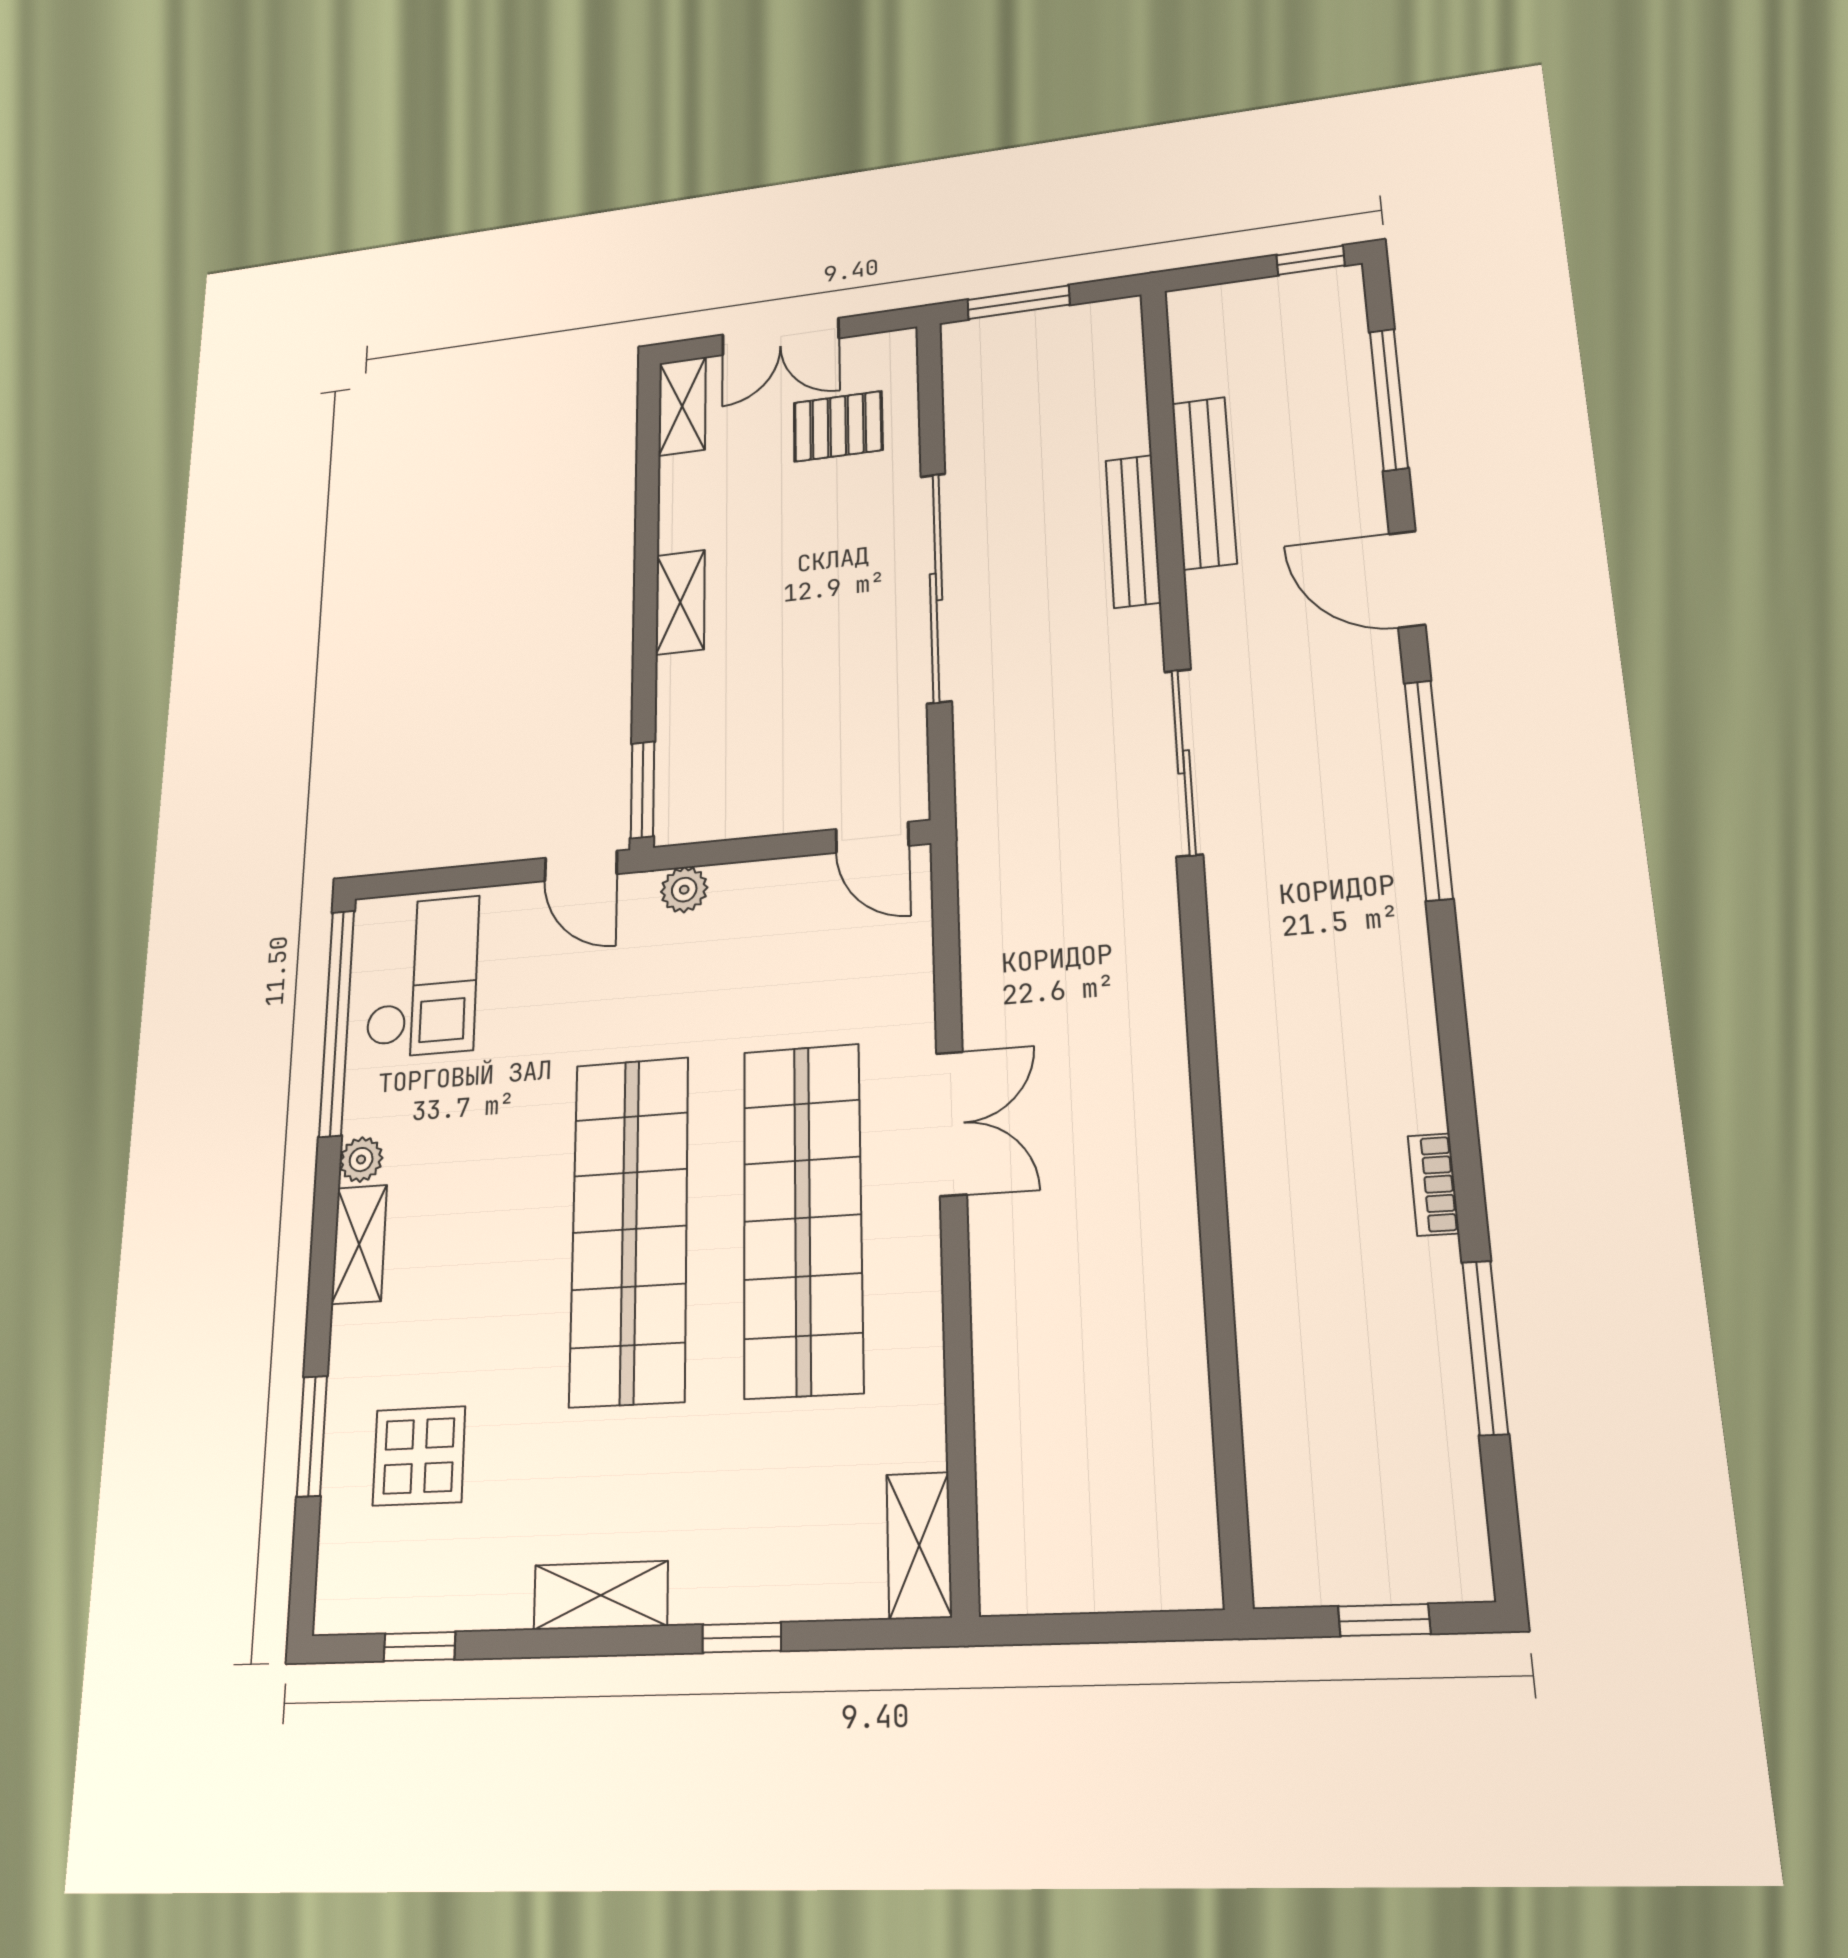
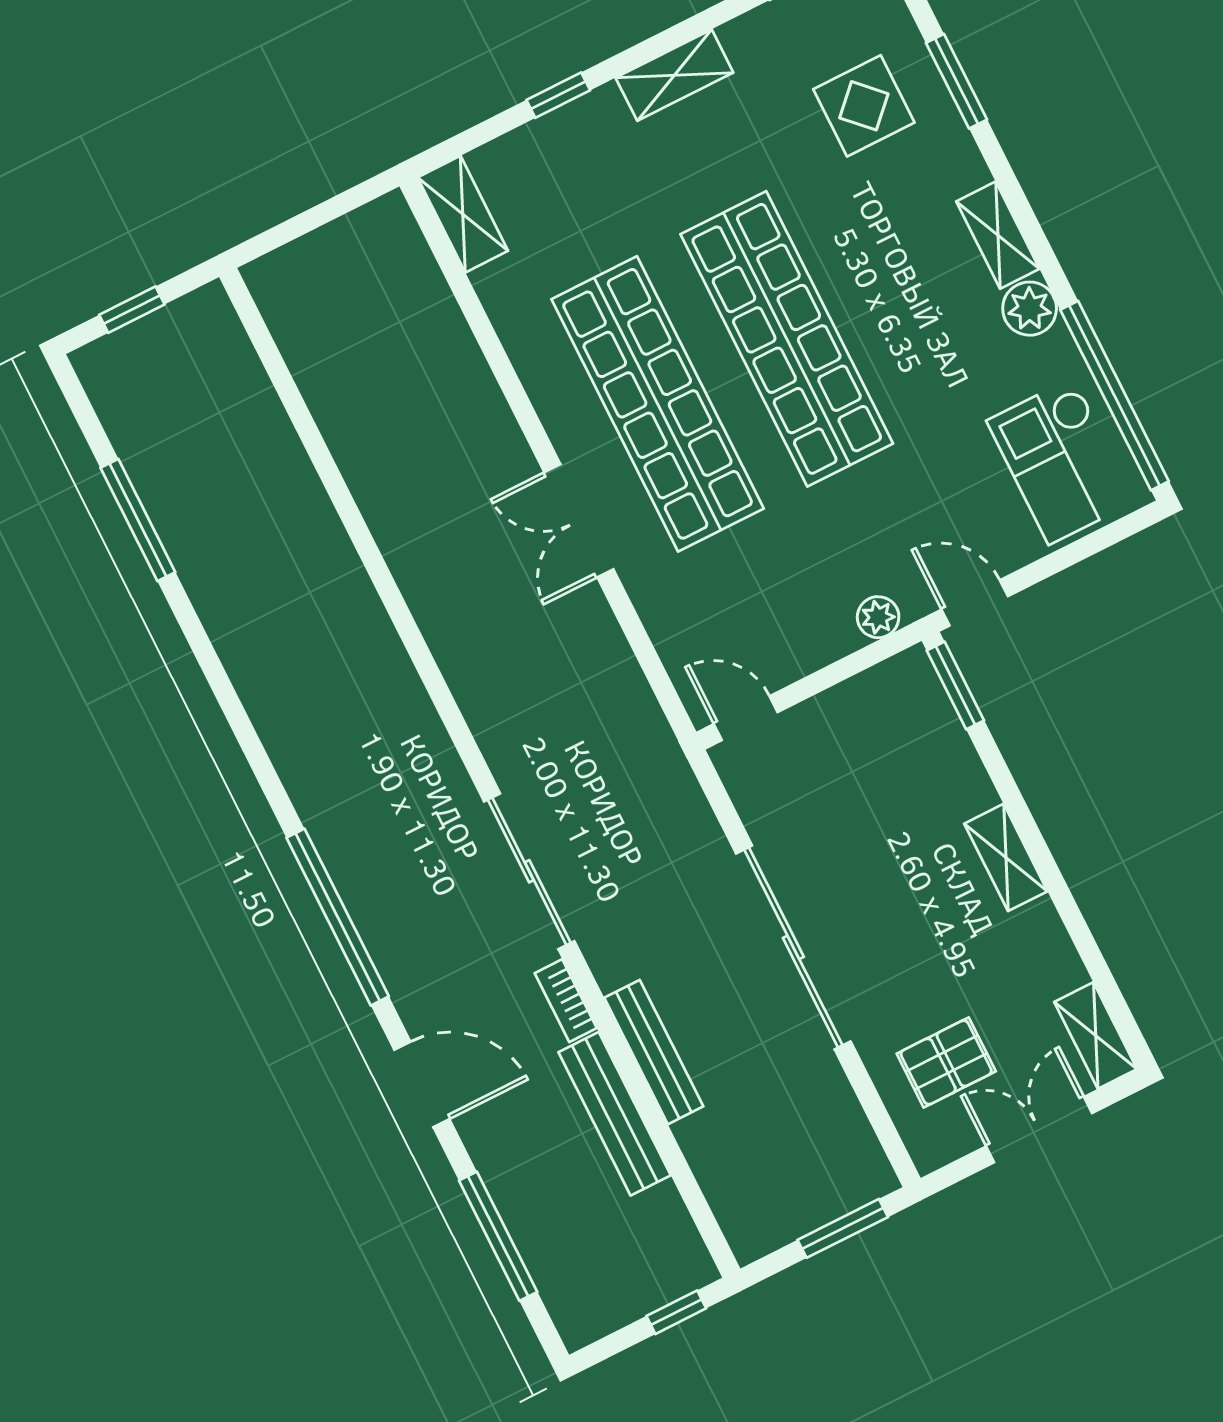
window: (1311, 260) -> (676, 1312), moved
plant: (361, 1160) -> (1030, 309), width x1.38, depth x1.38
bookcase: (1434, 1184) -> (566, 1001), moved, turned 180

